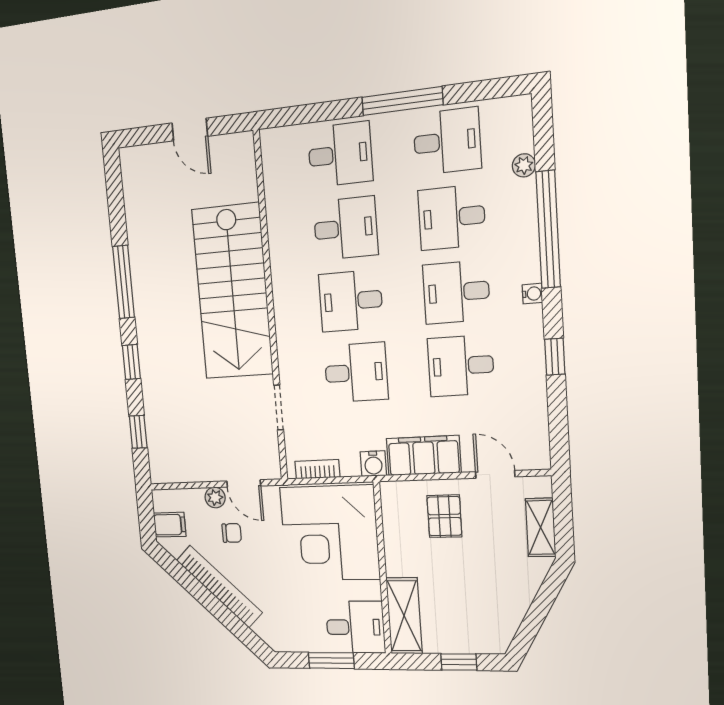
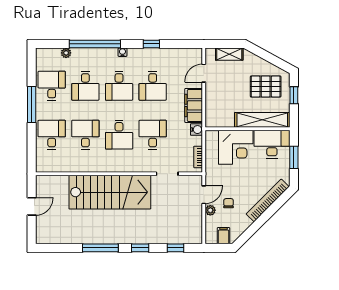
pallet: (444, 516) -> (266, 86), moved, width x1.50, depth x1.42
corner desk: (330, 533) -> (236, 147), width x0.74, depth x0.74
bookcase: (219, 586) -> (268, 200), moved
shelving: (404, 616) -> (262, 120), width x1.47
desk: (355, 627) -> (272, 144), width x1.37

